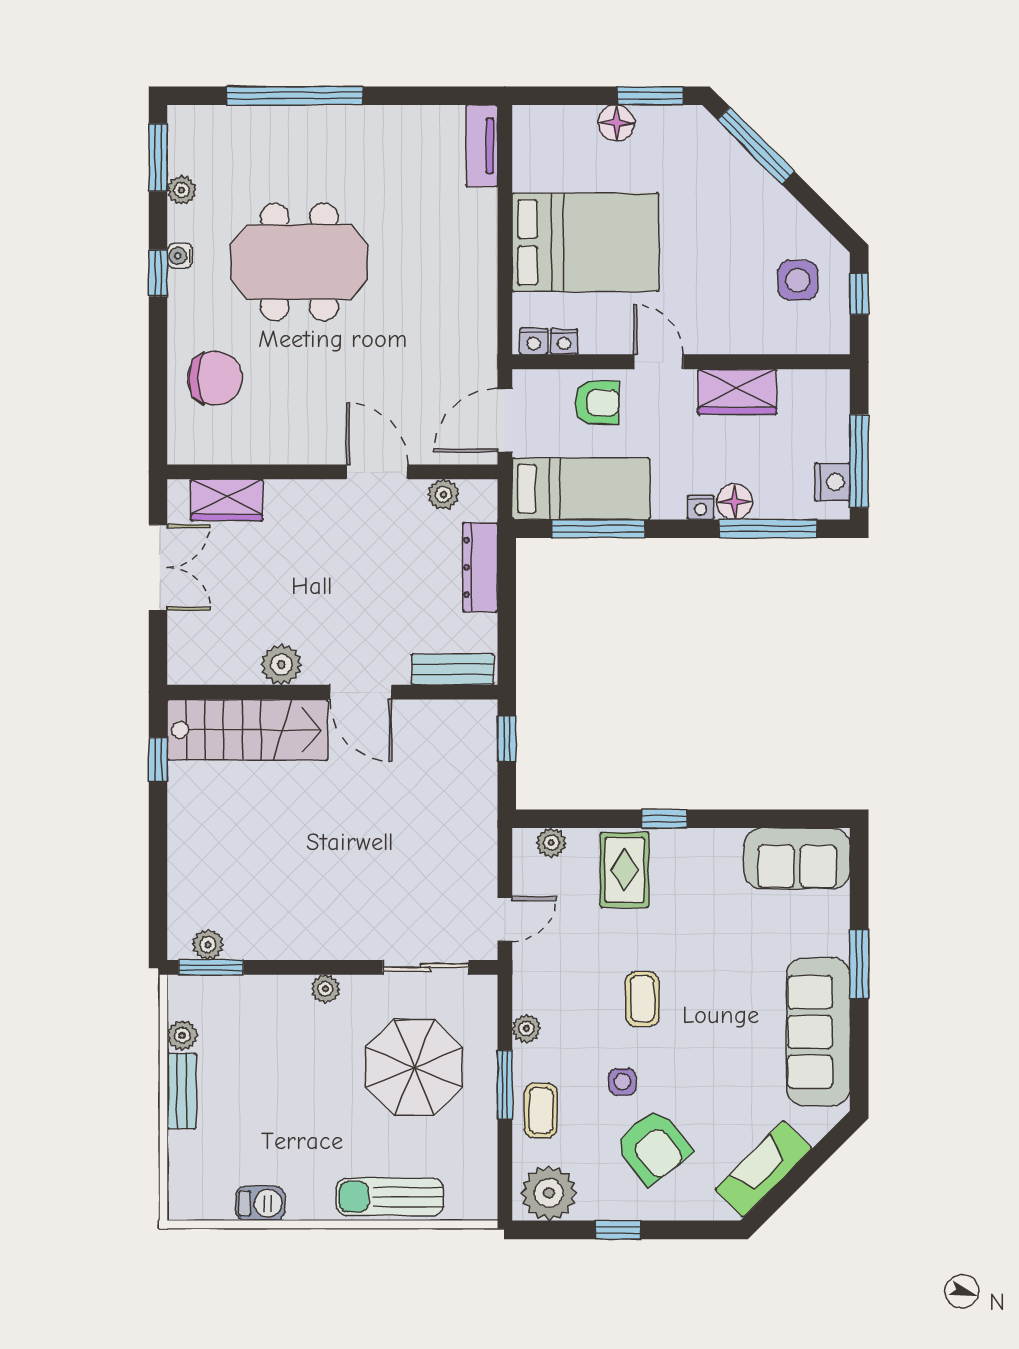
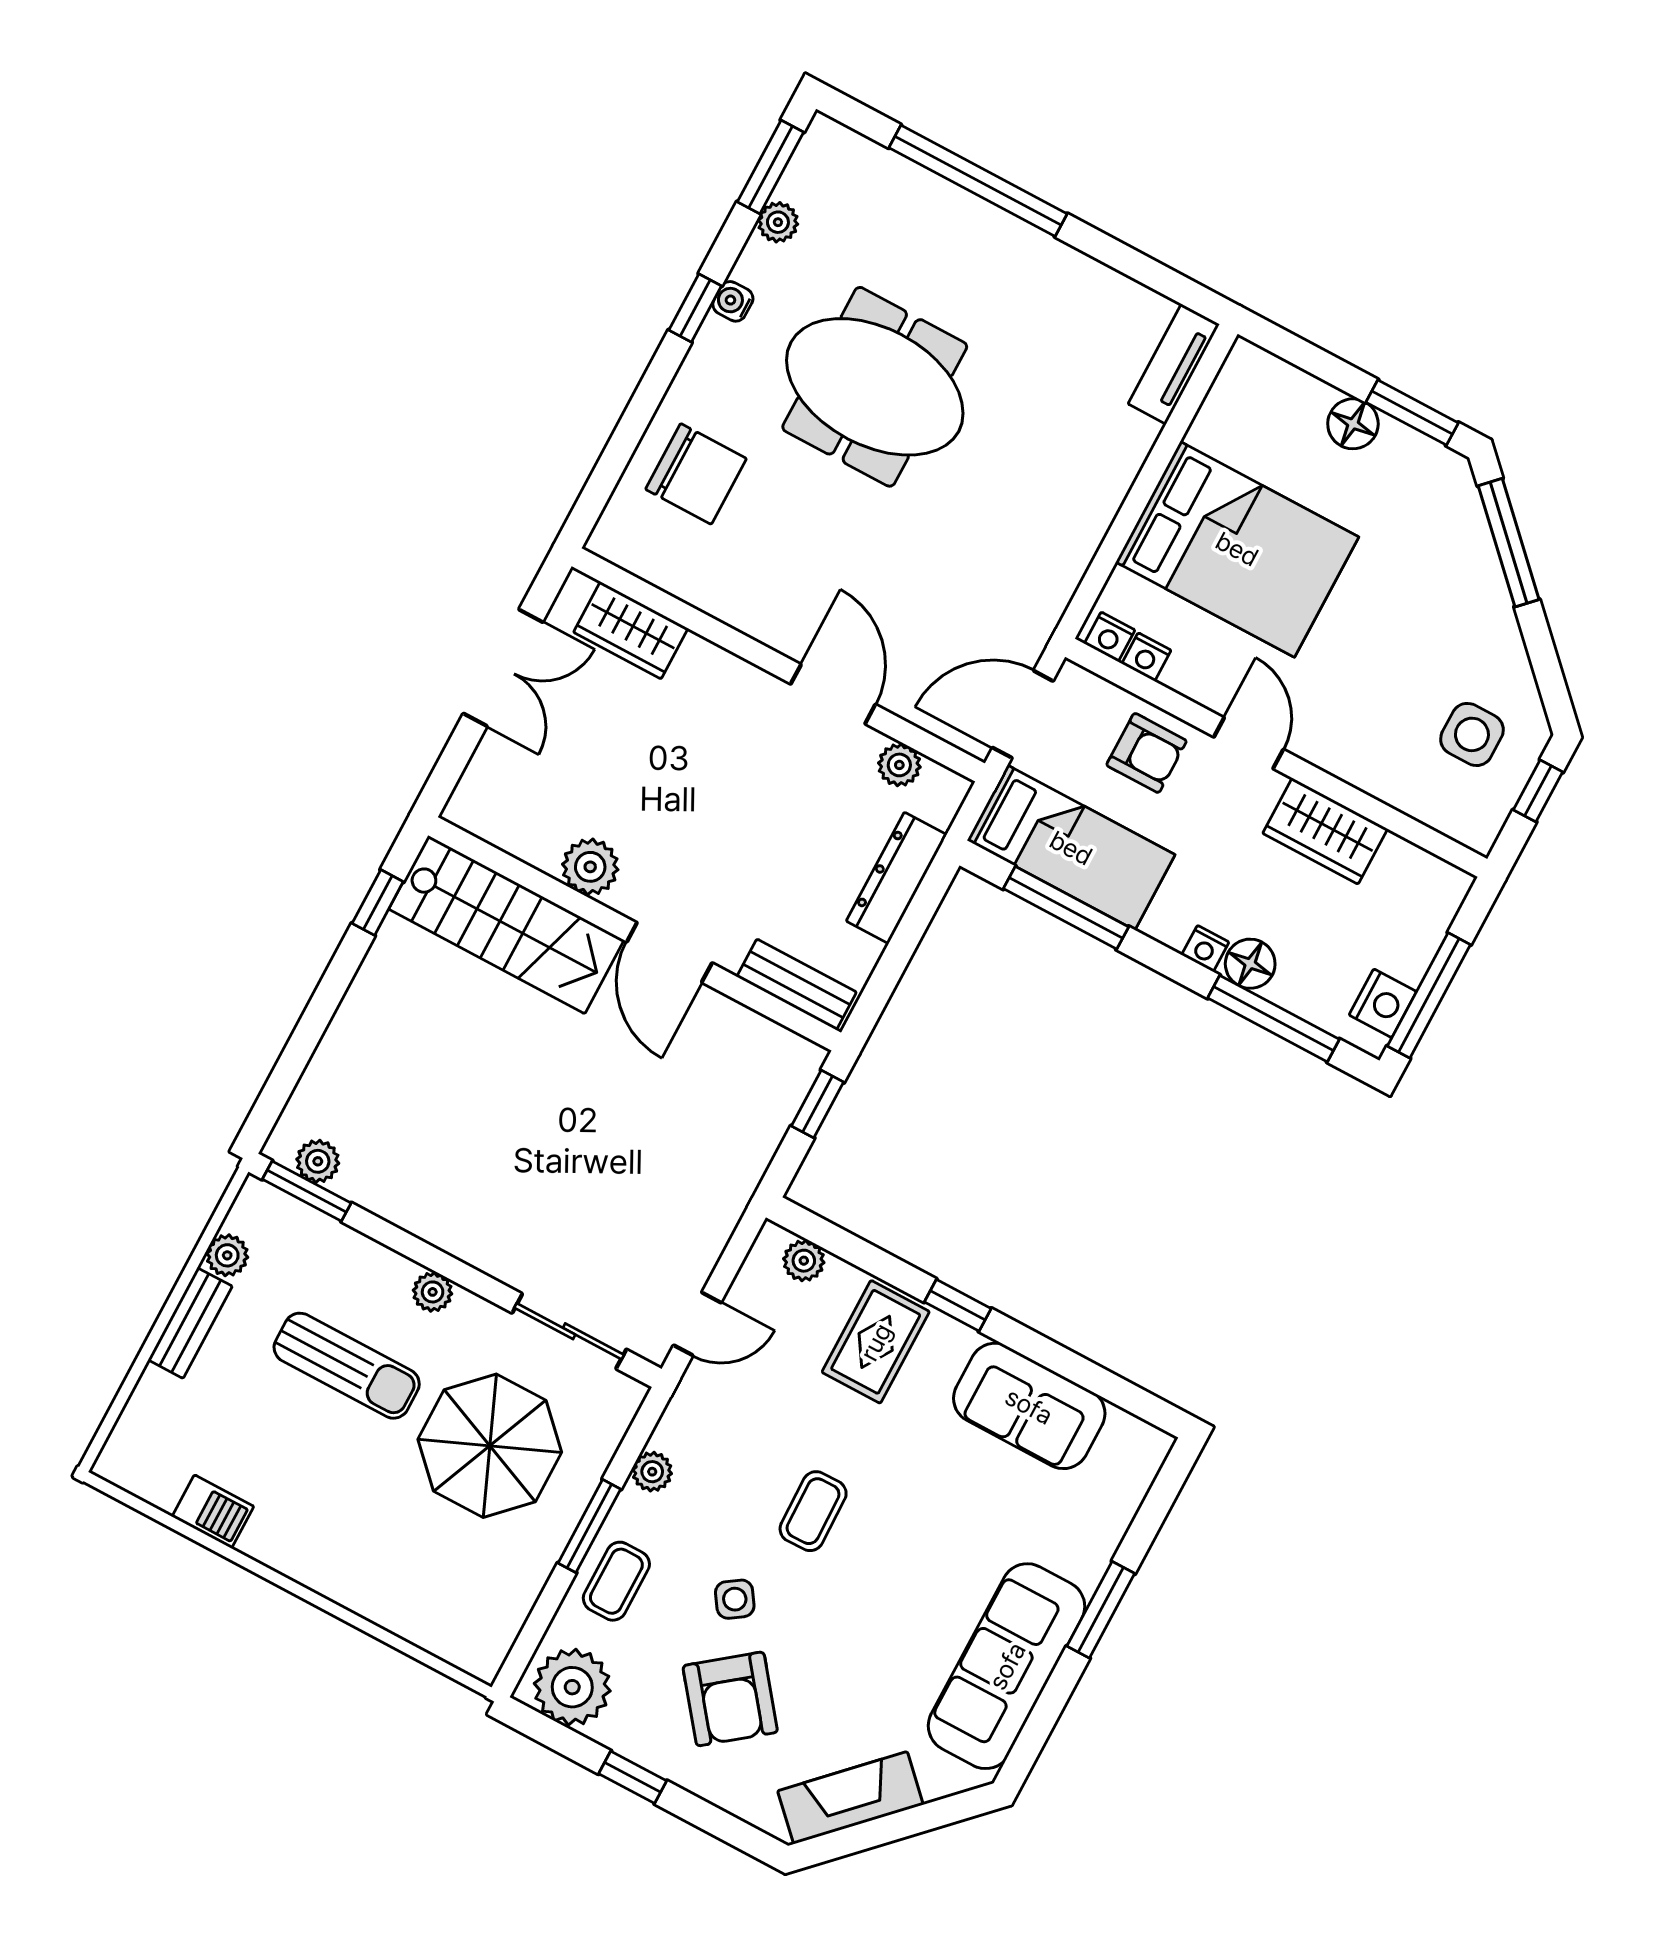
sofa: (797, 858) -> (1029, 1406), moved
side table: (622, 1082) -> (735, 1599), turned -34
sun lounger: (390, 1197) -> (347, 1366), moved, turned 180

